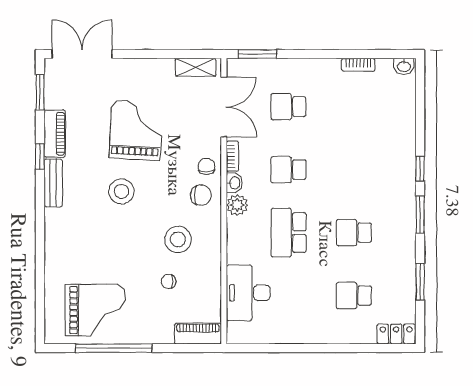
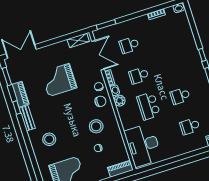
grand piano: (136, 130) -> (59, 80), turned -93
stool: (121, 191) -> (49, 139), moved
desk: (248, 293) -> (143, 145), width x1.36, depth x1.30

